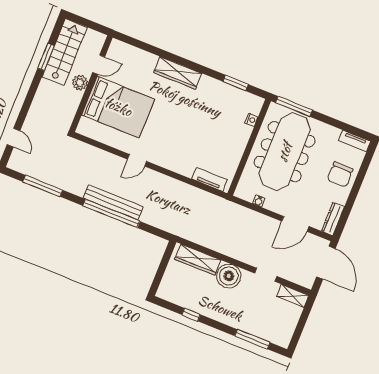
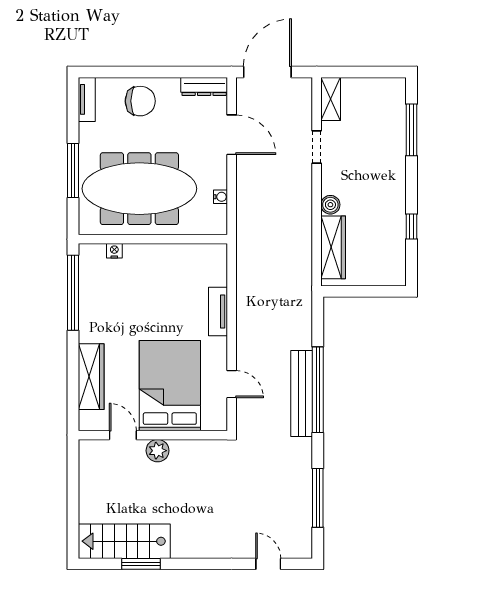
door: (99, 65) -> (123, 435), moved
plant: (80, 83) -> (158, 451), moved
window: (236, 83) -> (73, 293), width x2.11
wall: (91, 84) -> (153, 435), moved
window: (294, 106) -> (73, 170), moved
bed: (118, 107) -> (170, 386), moved
door: (14, 138) -> (268, 564), hinge flipped
tv unit: (209, 179) -> (218, 311), moved
boiler: (229, 276) -> (330, 205), width x0.54, depth x0.54

